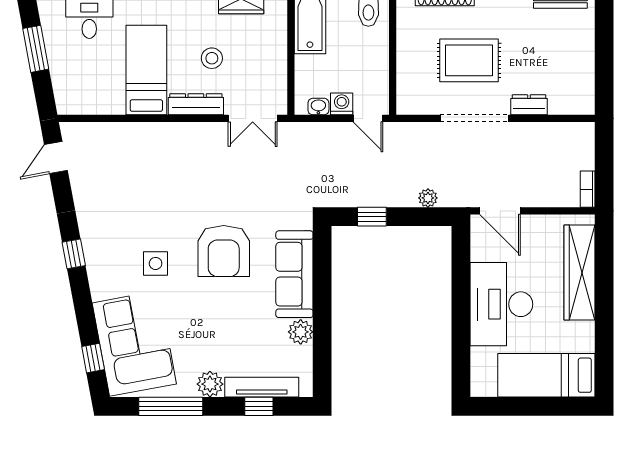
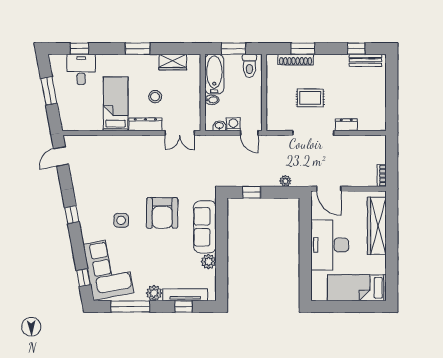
rug: (469, 60) -> (310, 98), width x0.73, depth x0.70
bidet: (306, 64) -> (212, 100), added

